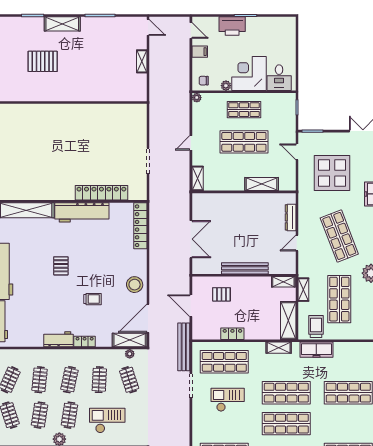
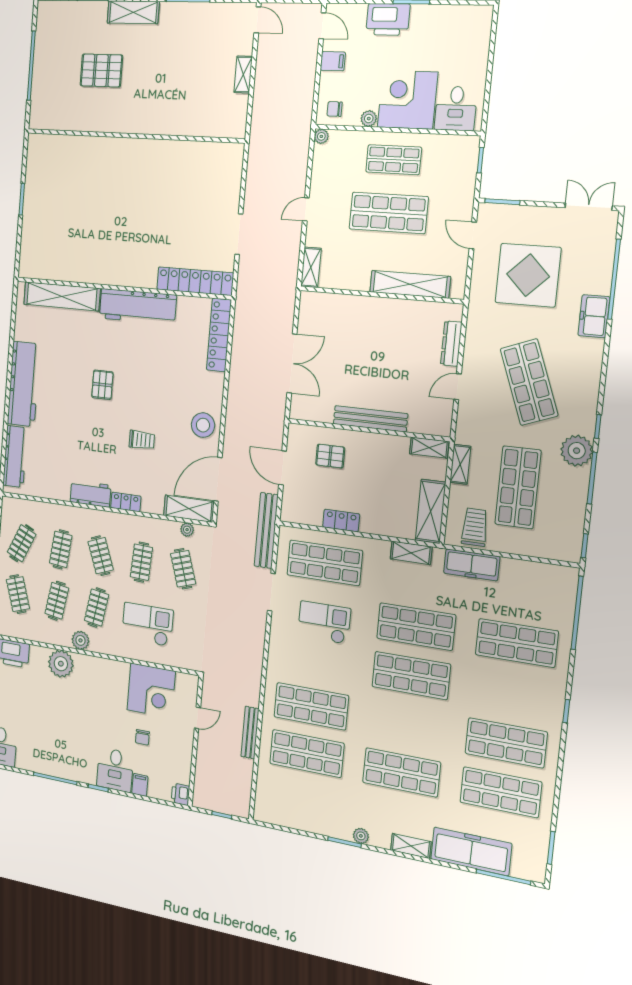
shelving: (262, 184) -> (410, 284), width x1.47
locker: (101, 193) -> (195, 281), moved
clothes rail: (69, 380) -> (101, 556), turned -33

